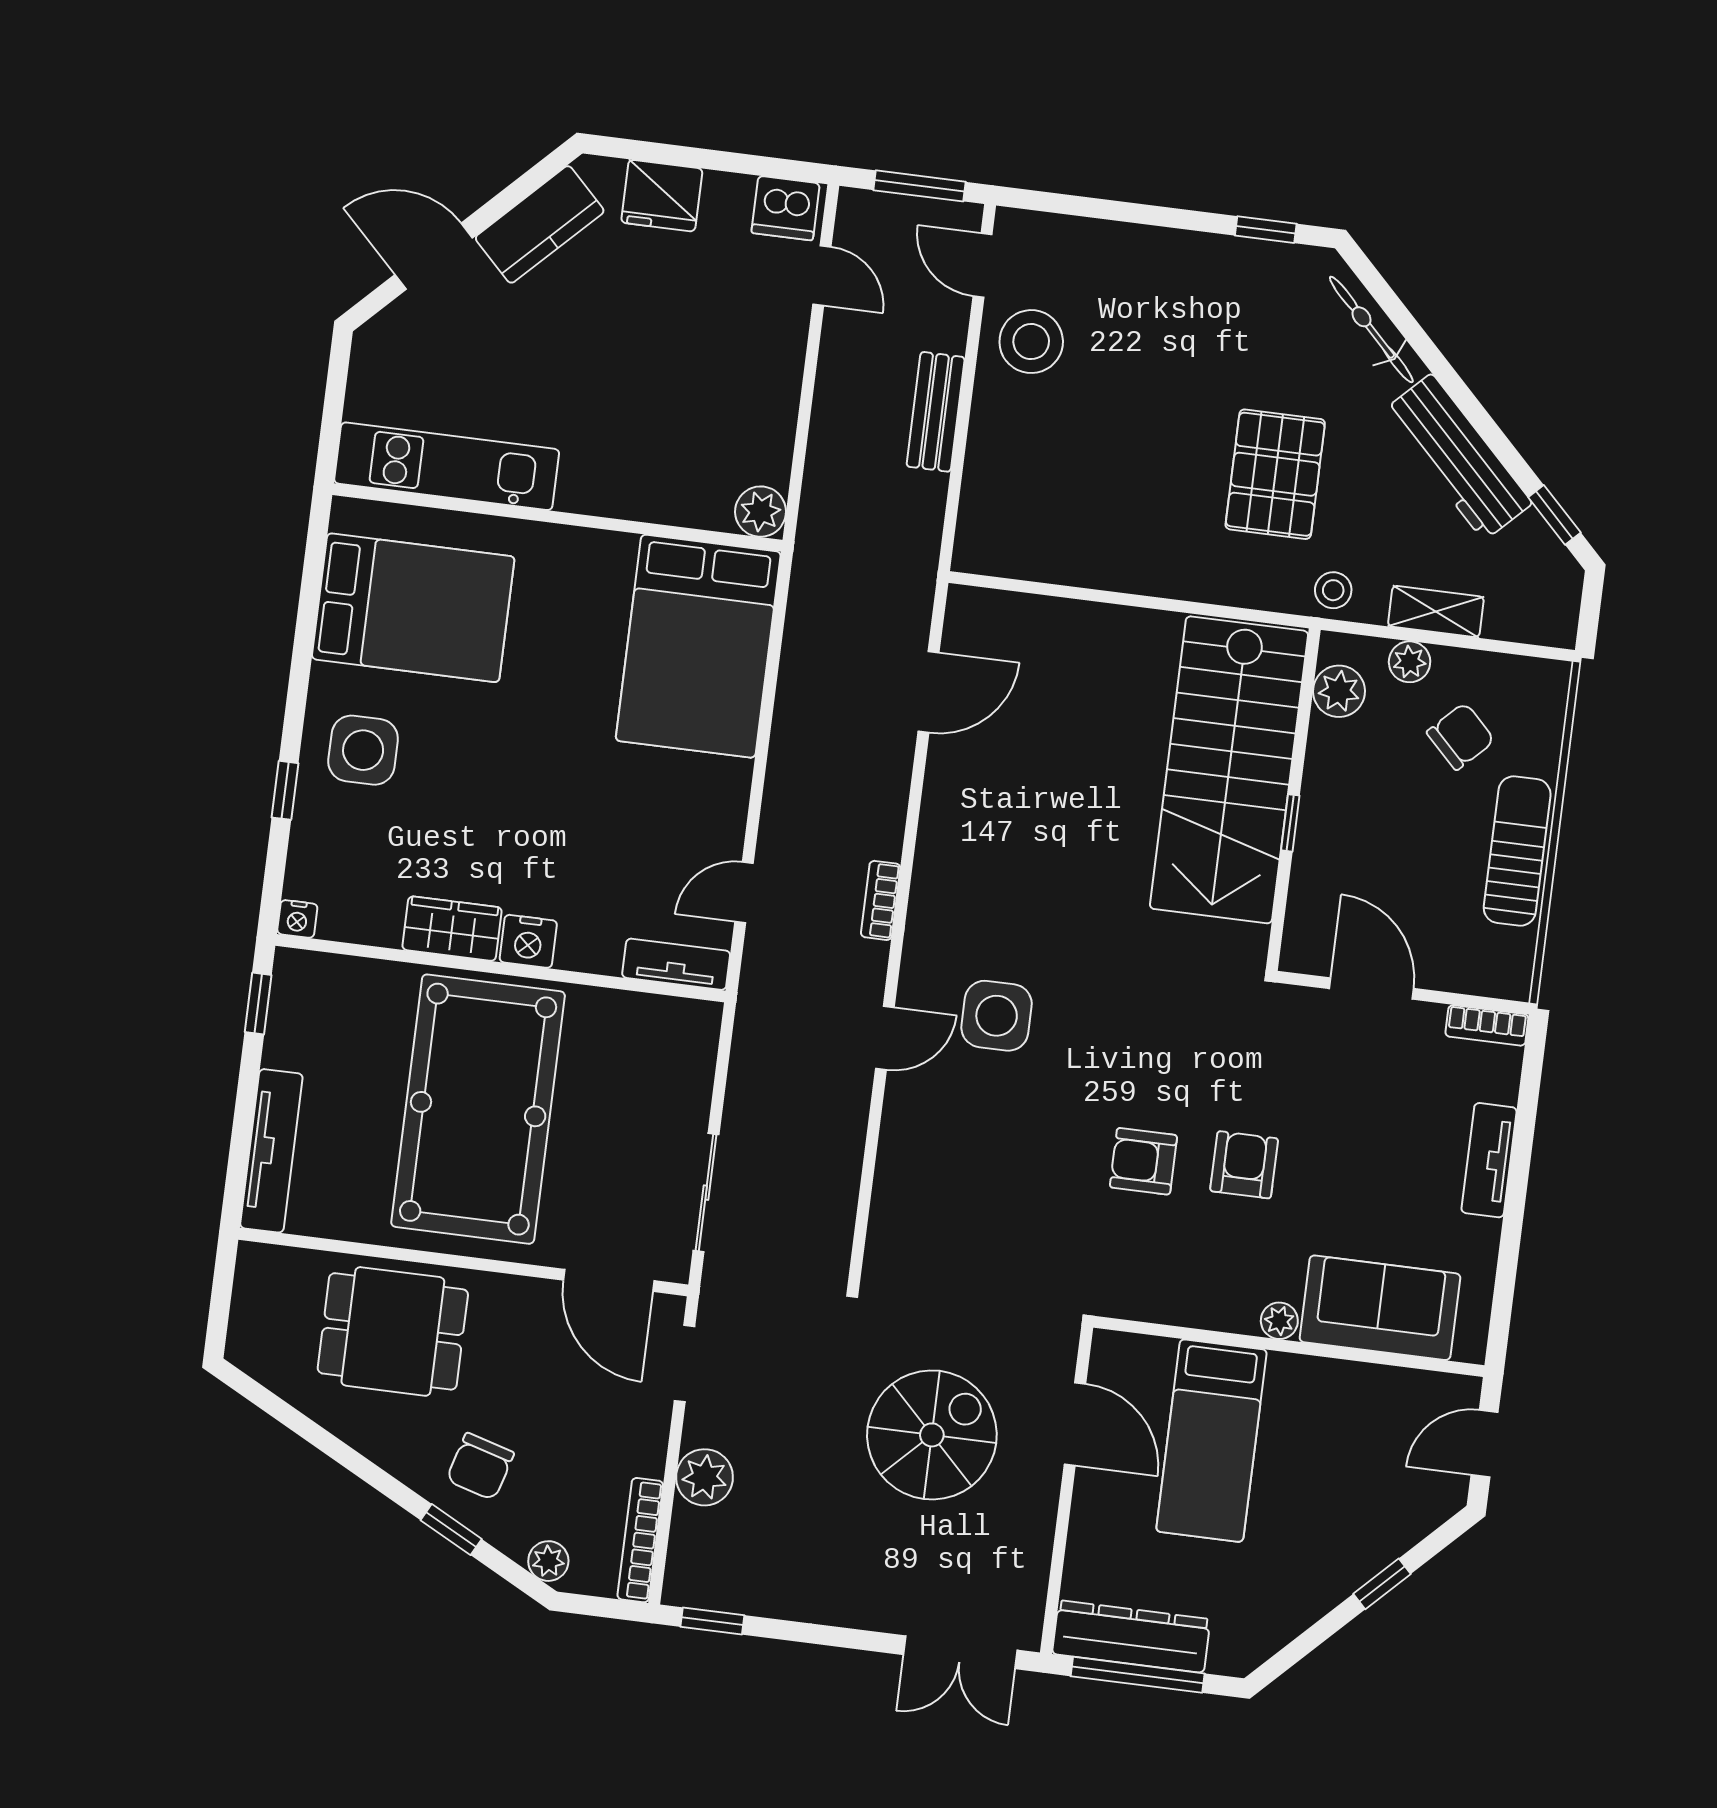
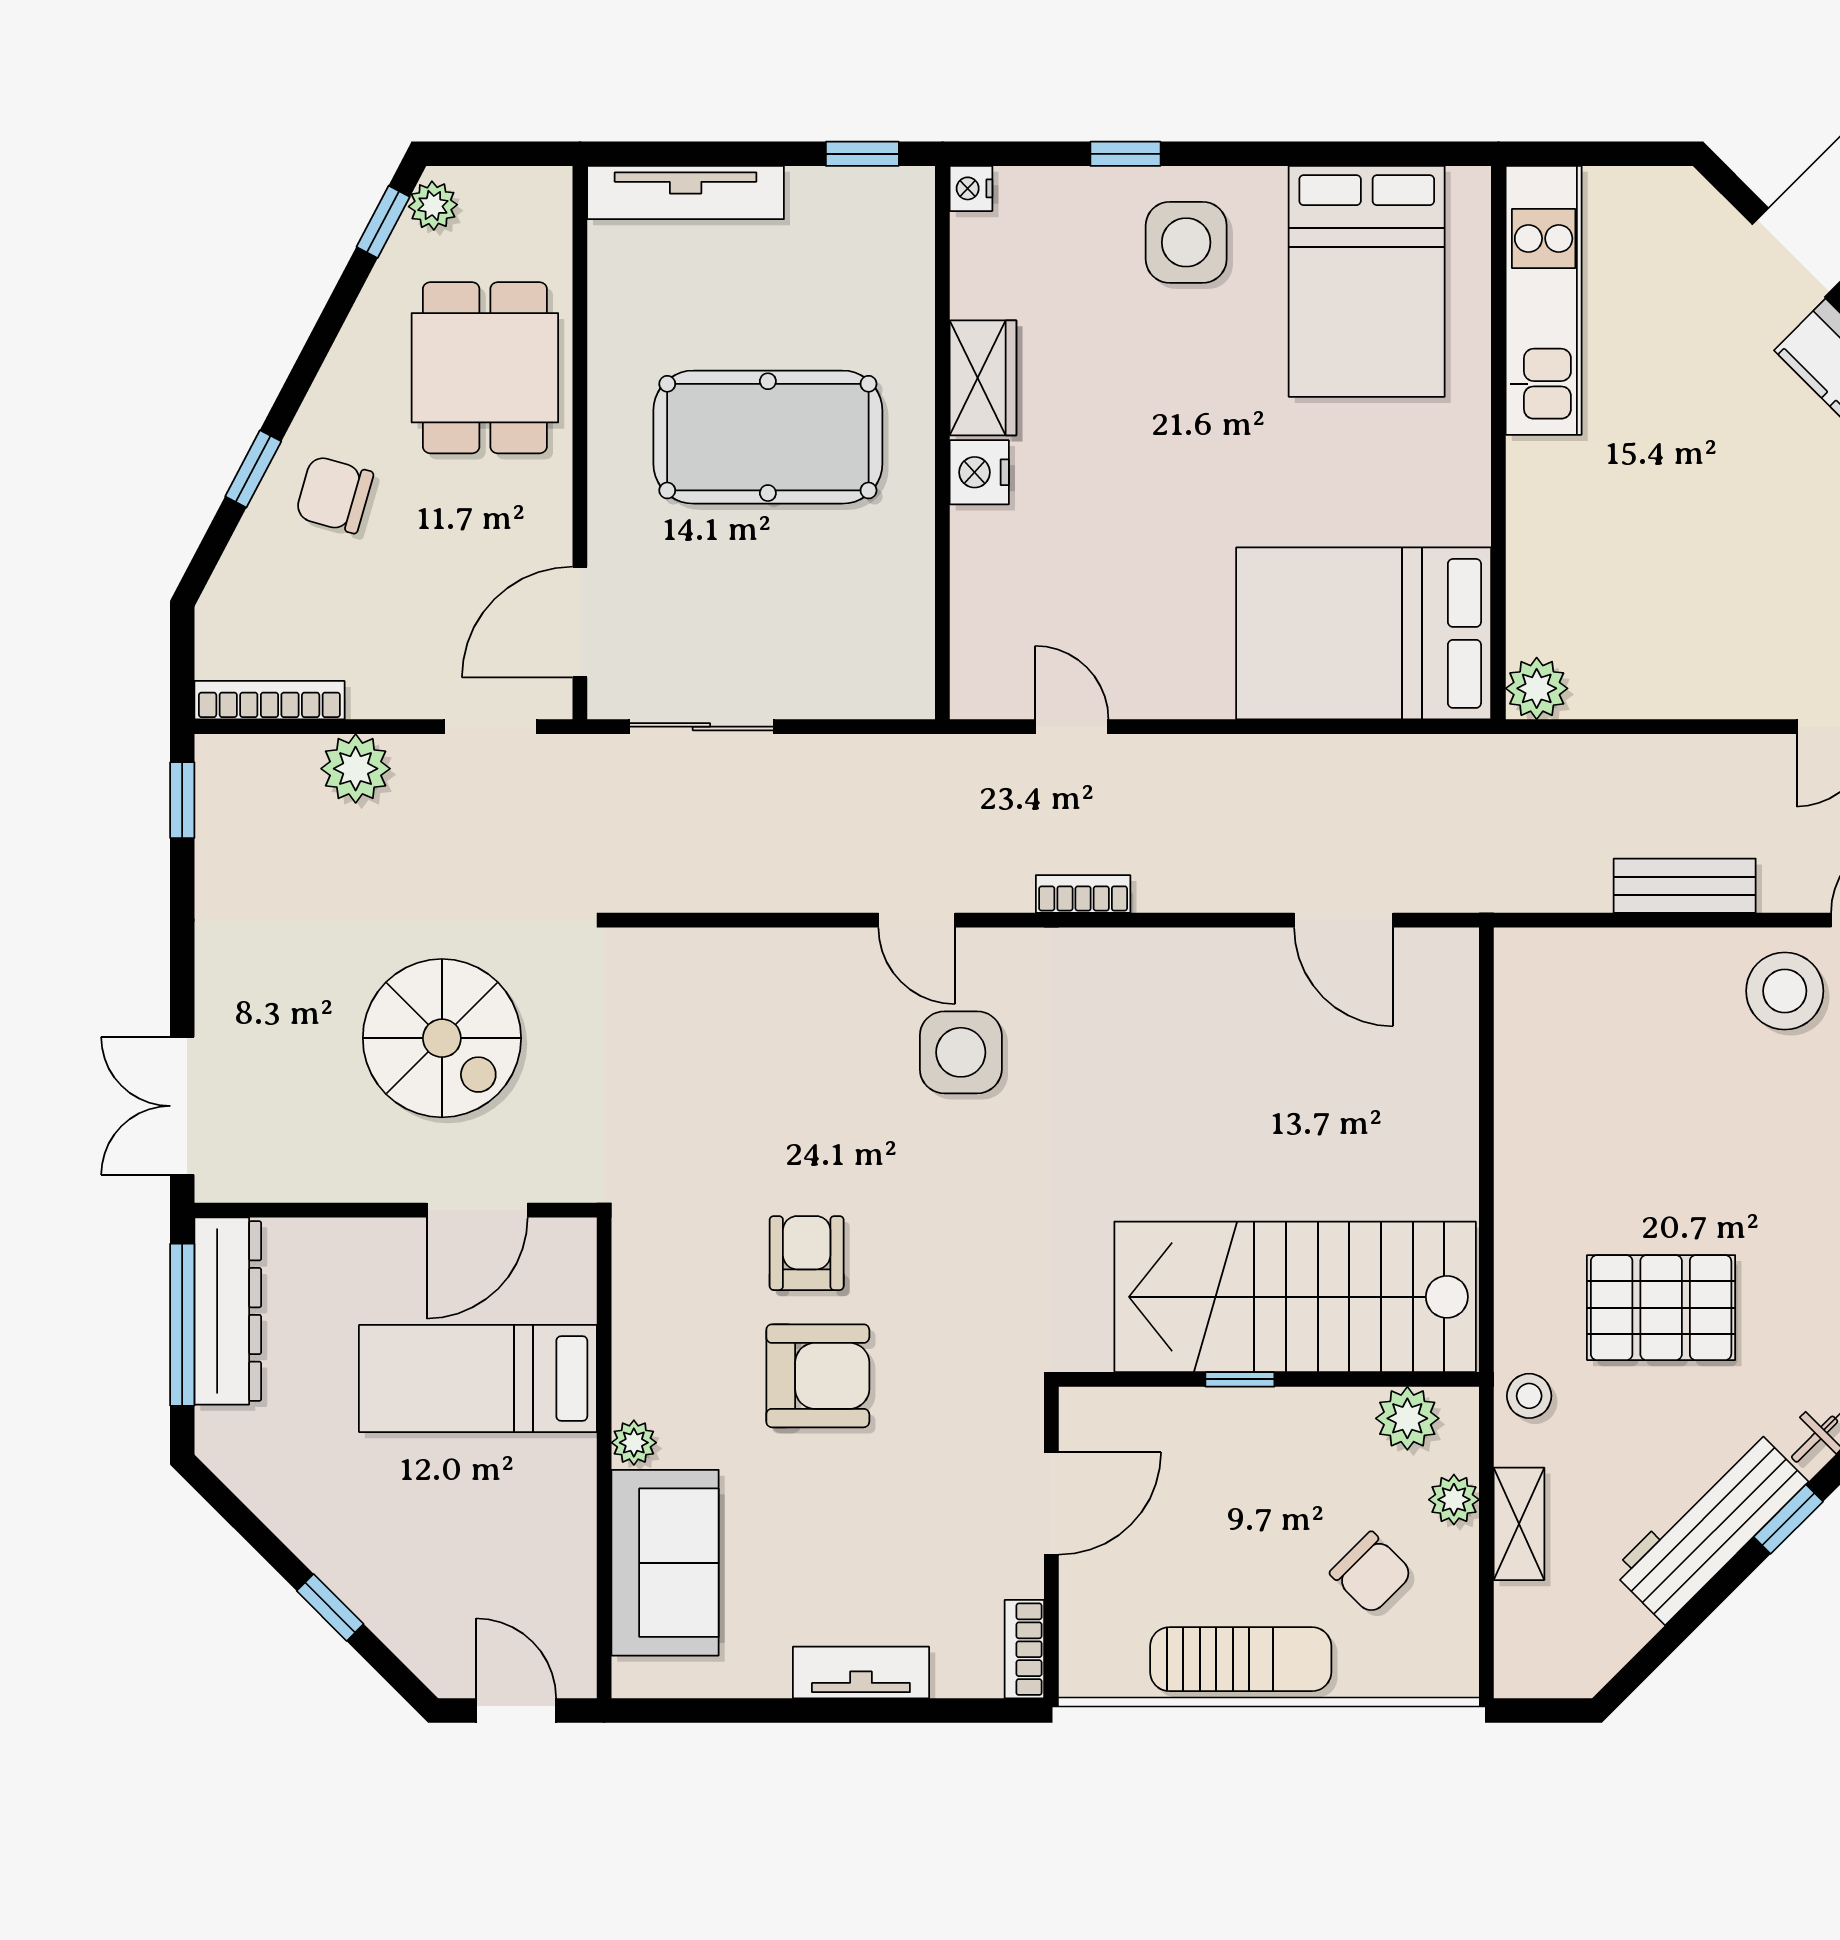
window: (1554, 515) -> (1788, 1519), moved
tv unit: (676, 964) -> (974, 655), removed
pool table: (478, 1109) -> (768, 437), width x0.73, depth x0.76
armchair: (1244, 1165) -> (818, 1376), width x1.38, depth x1.38
window: (264, 1399) -> (383, 222), added
plant: (548, 1561) -> (433, 206), moved

